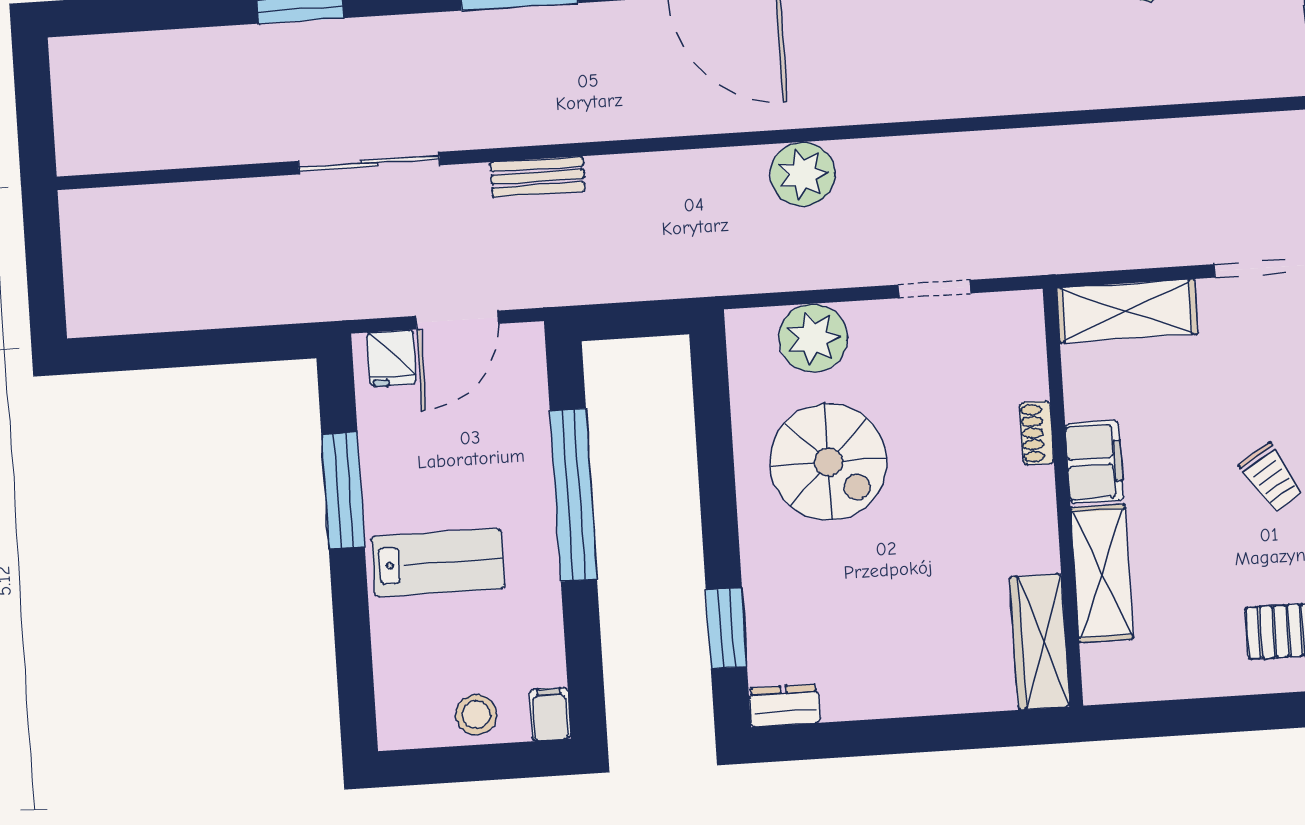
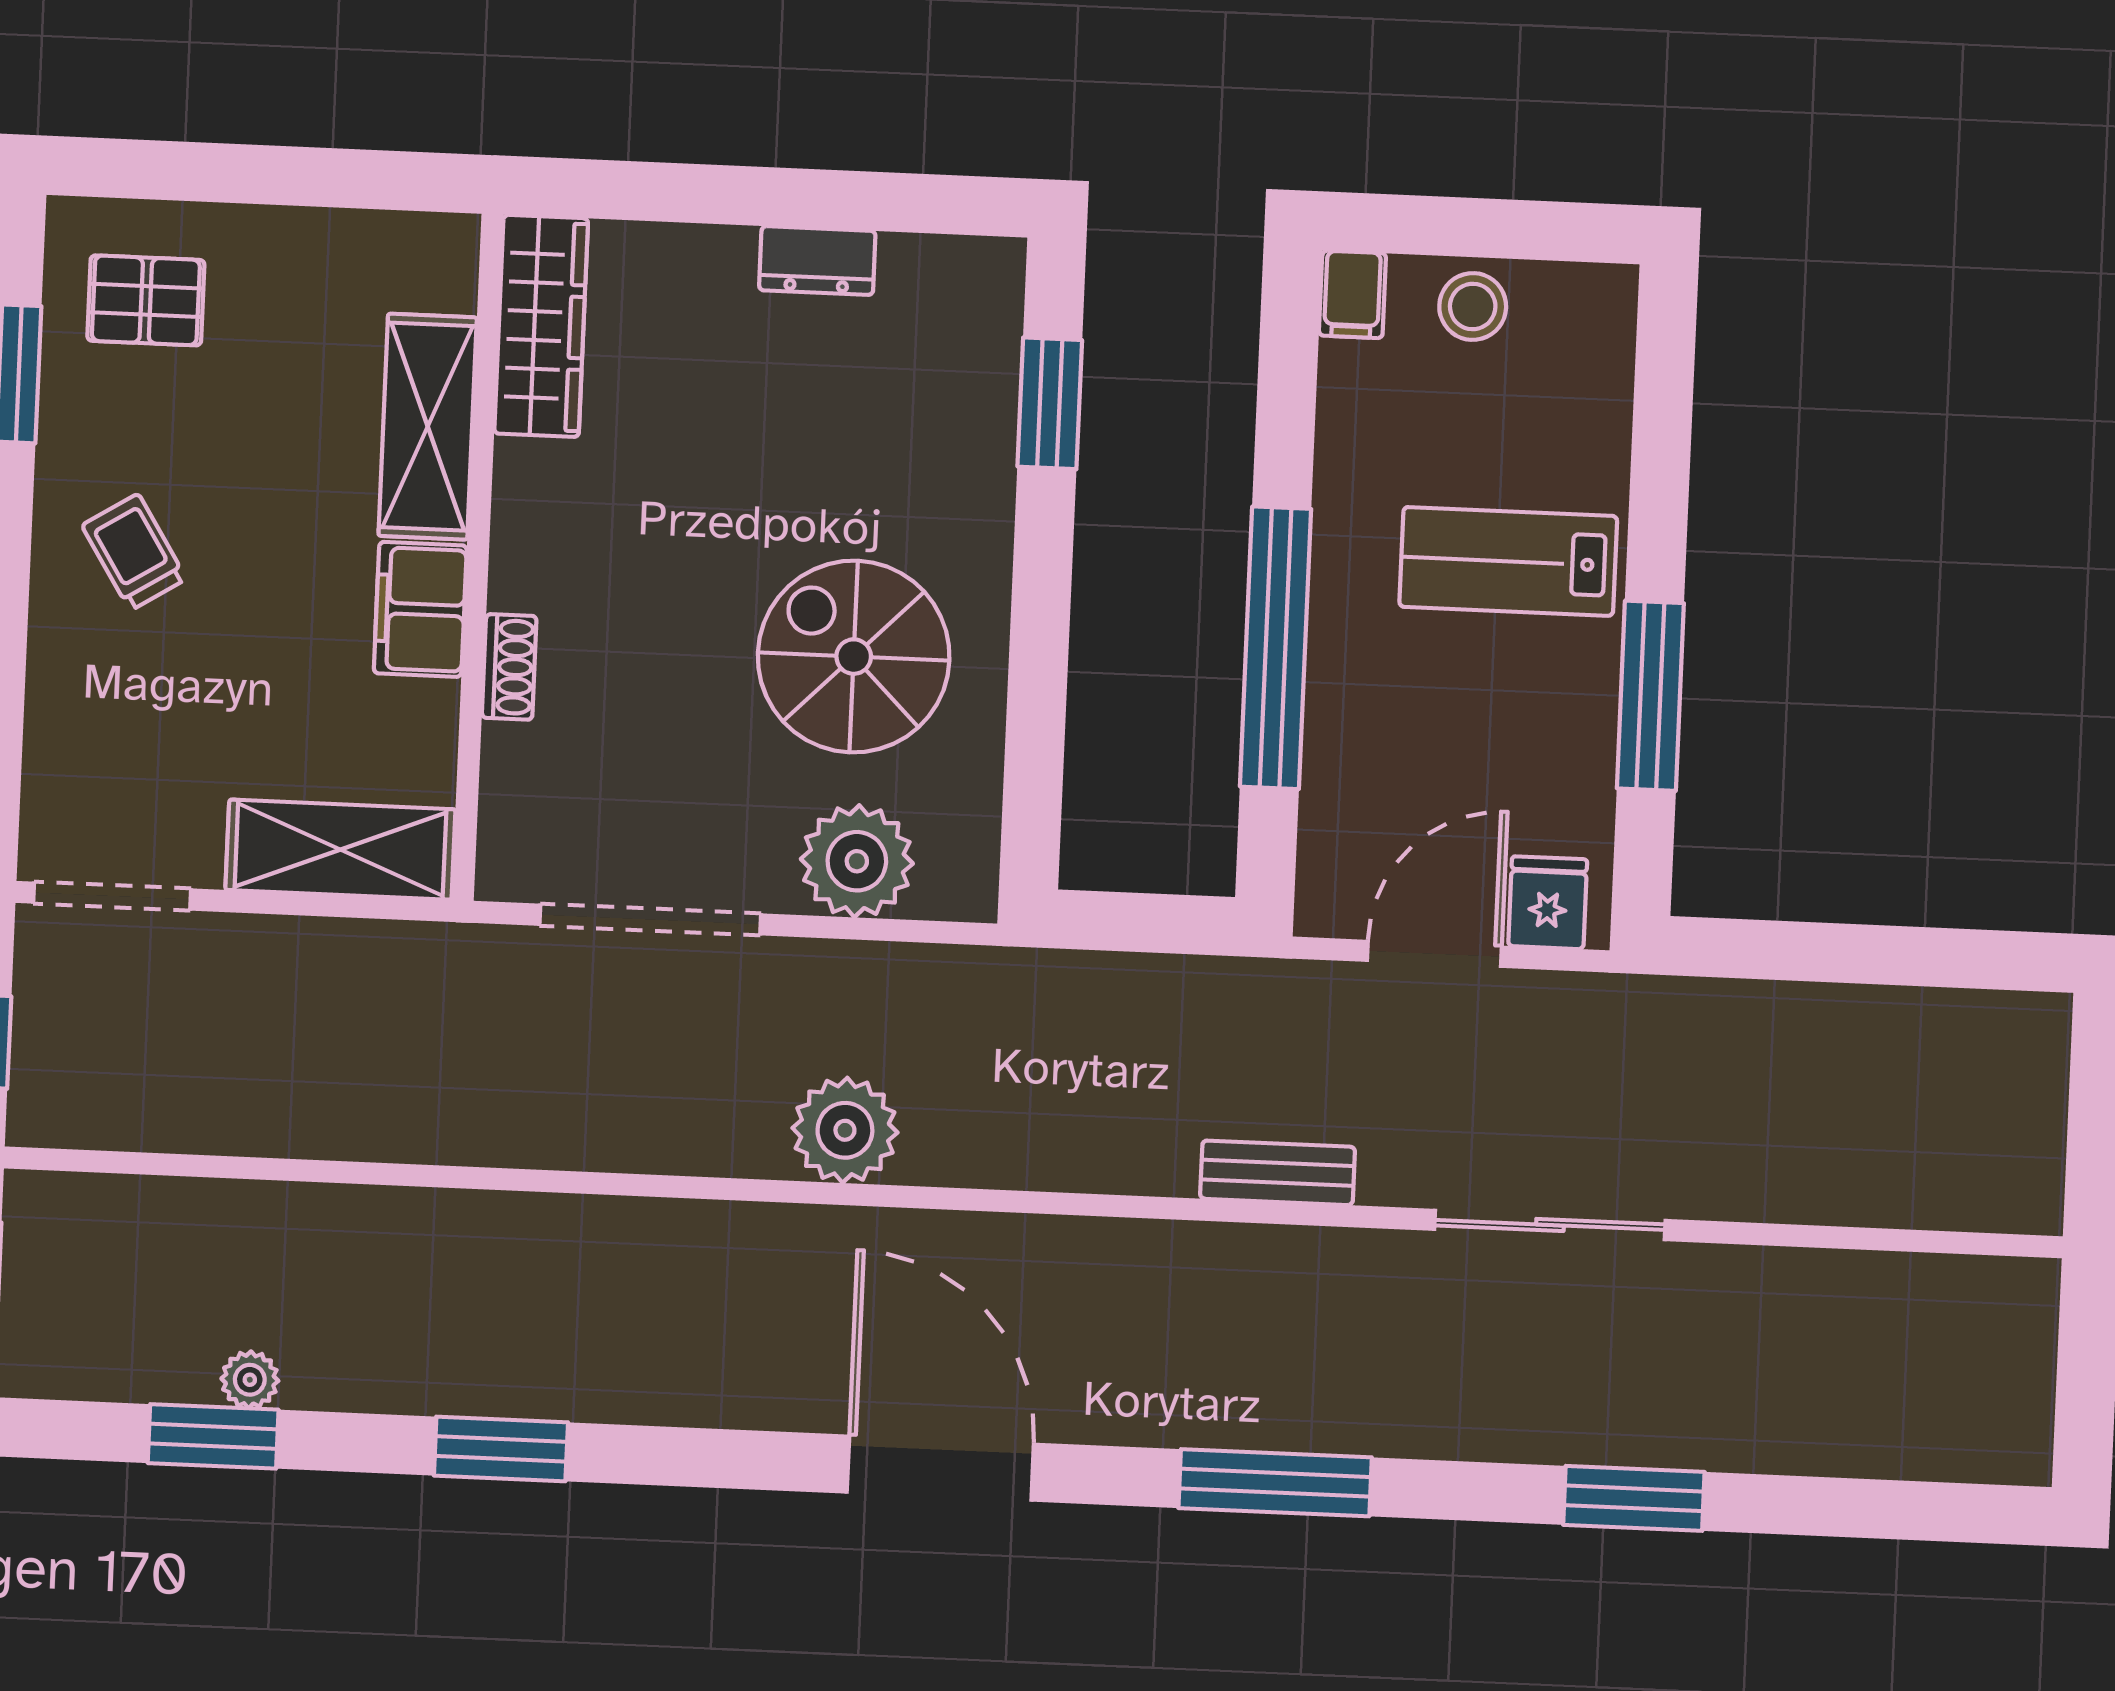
doorway: (934, 289) -> (650, 920), width x1.88
dresser: (784, 705) -> (817, 261), moved

